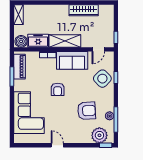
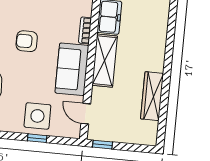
side table: (102, 79) -> (37, 116), turned 45

